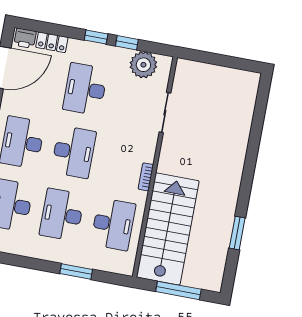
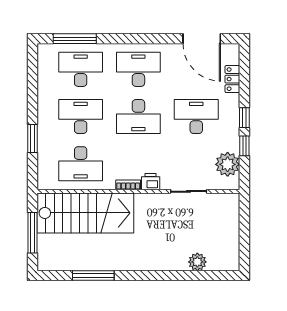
printer: (25, 38) -> (151, 182), moved, turned 90
plant: (243, 117) -> (197, 262), added
window: (237, 233) -> (93, 275), width x1.44

